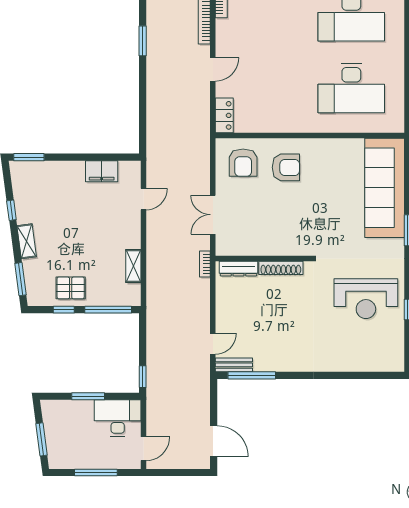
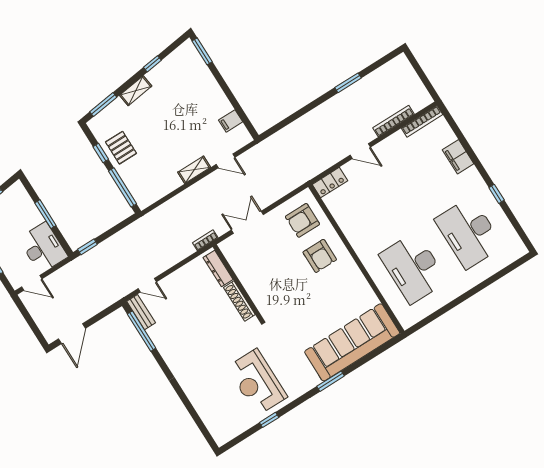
filing cabinet: (102, 171) -> (231, 121), width x0.50
shelving: (133, 266) -> (194, 170), moved

